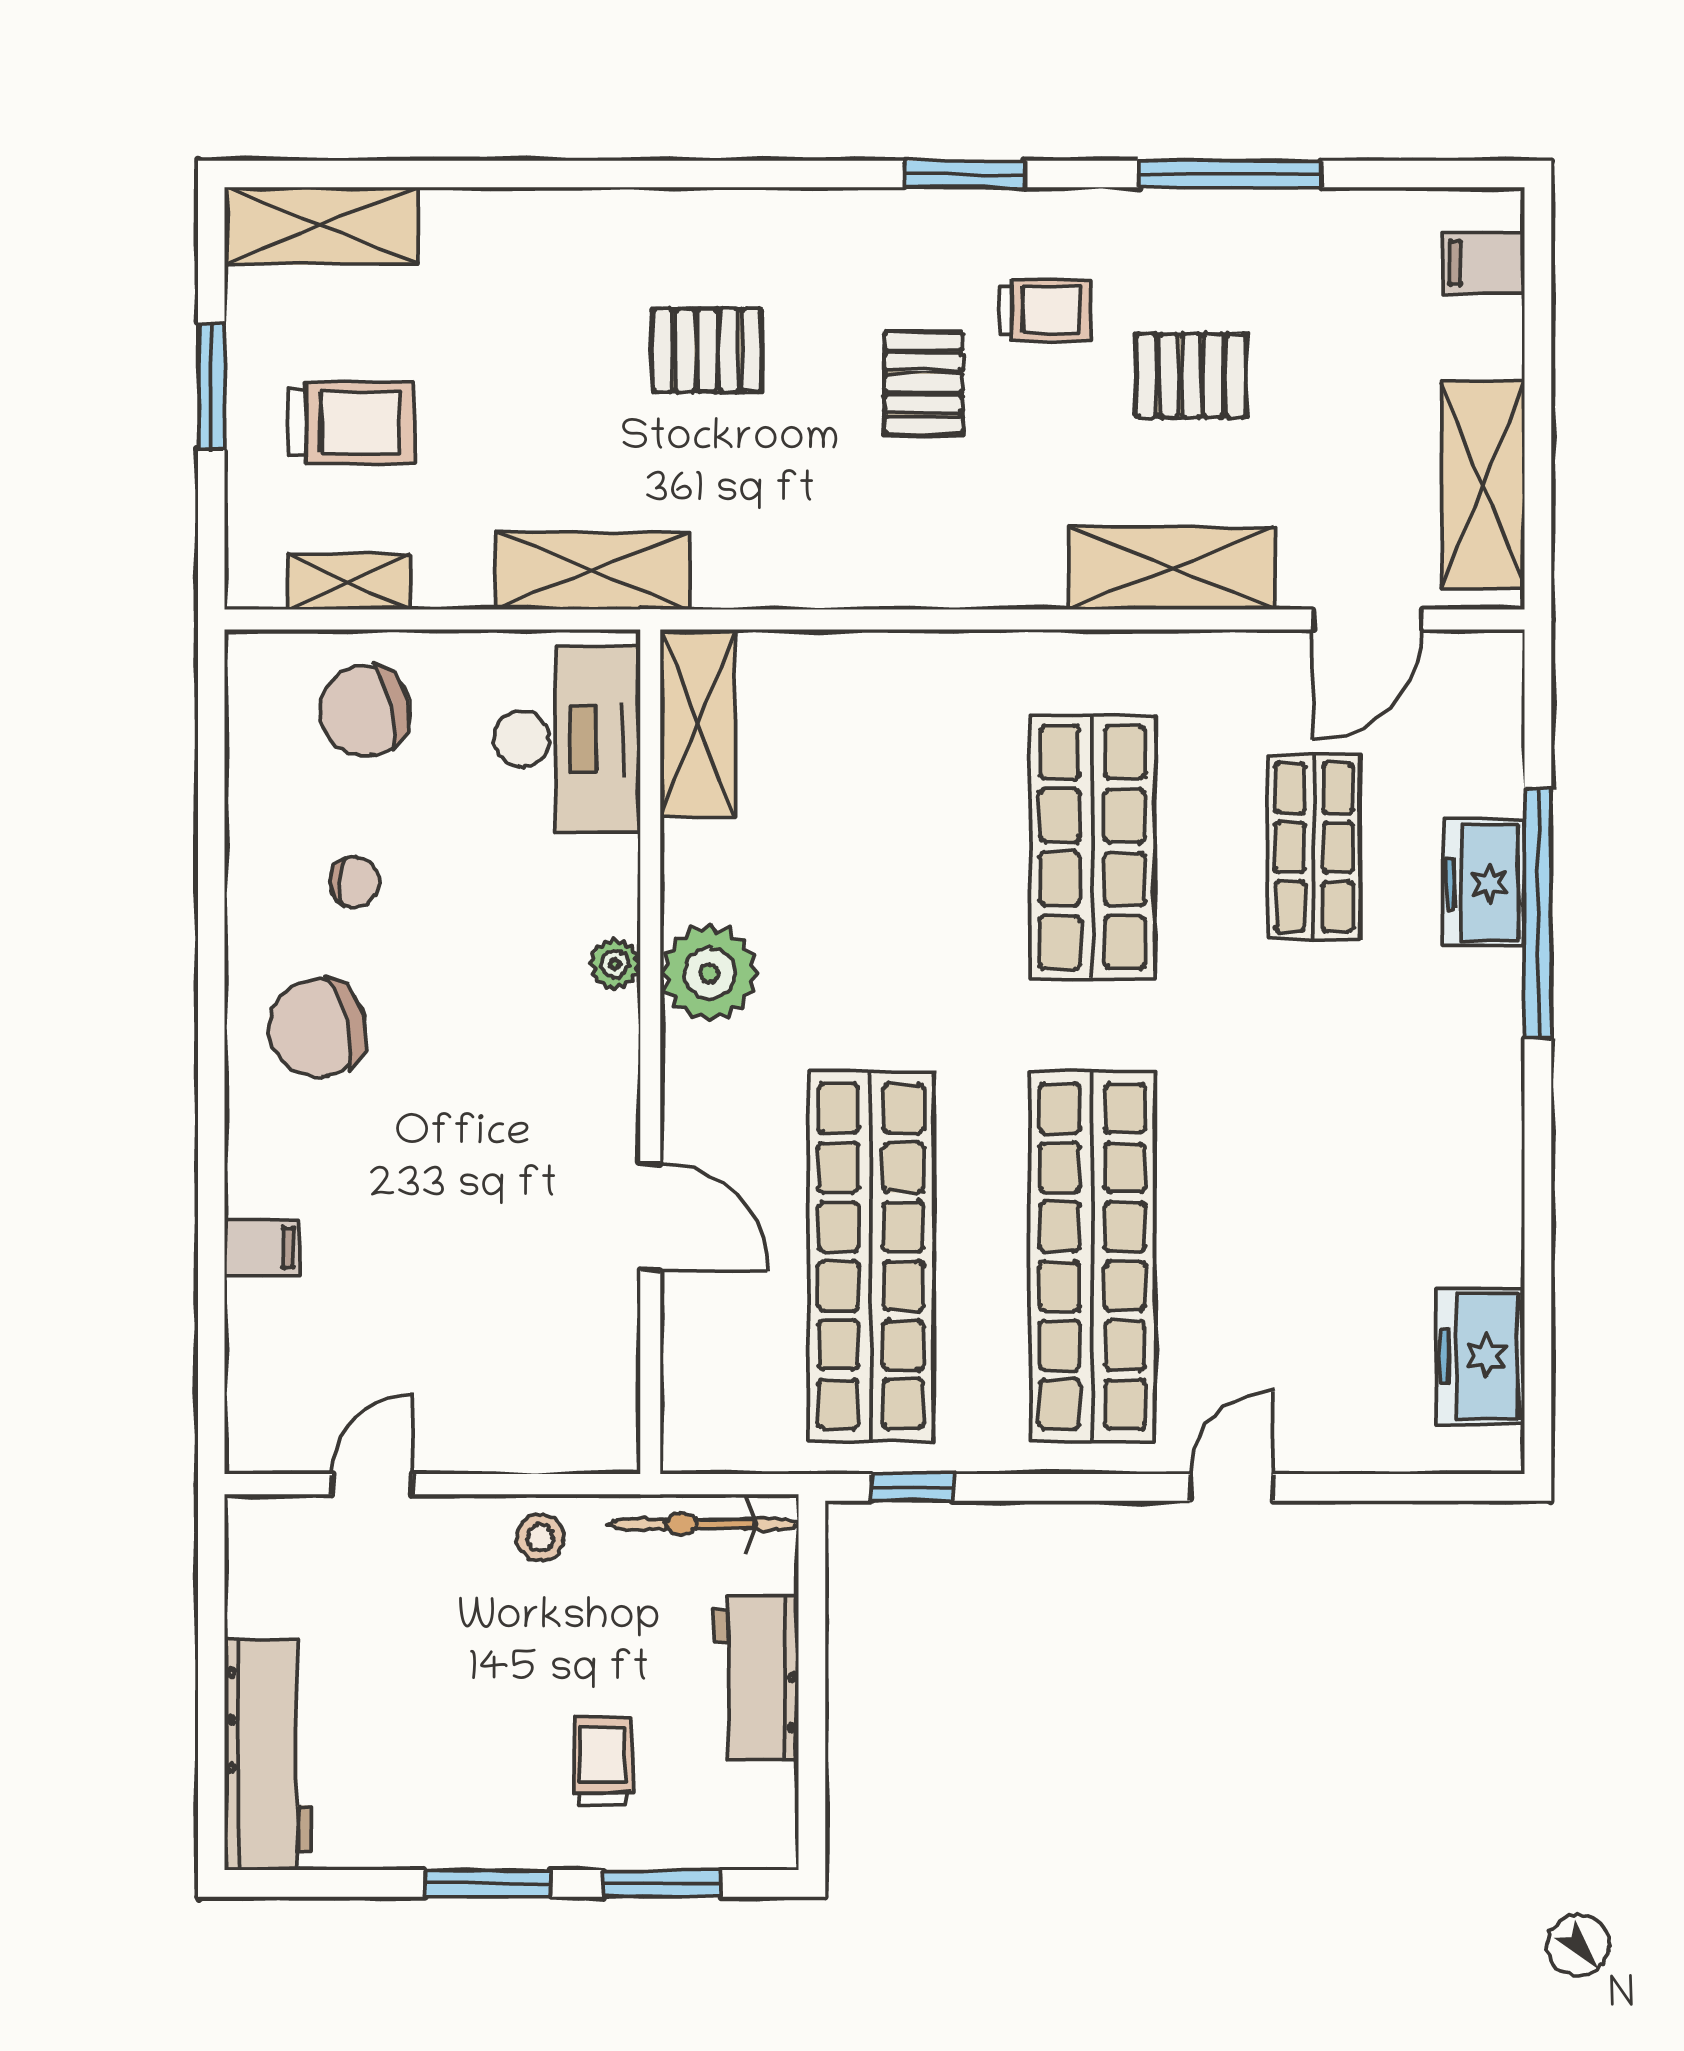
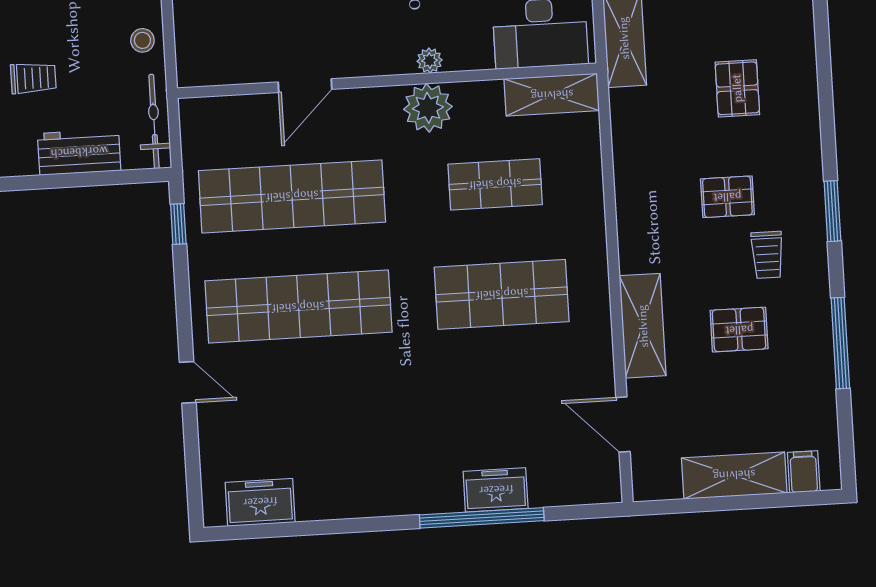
pallet: (1191, 376) -> (739, 330), turned 90
shelving: (1483, 485) -> (734, 475), moved
shop shelf: (1314, 847) -> (495, 184), moved

